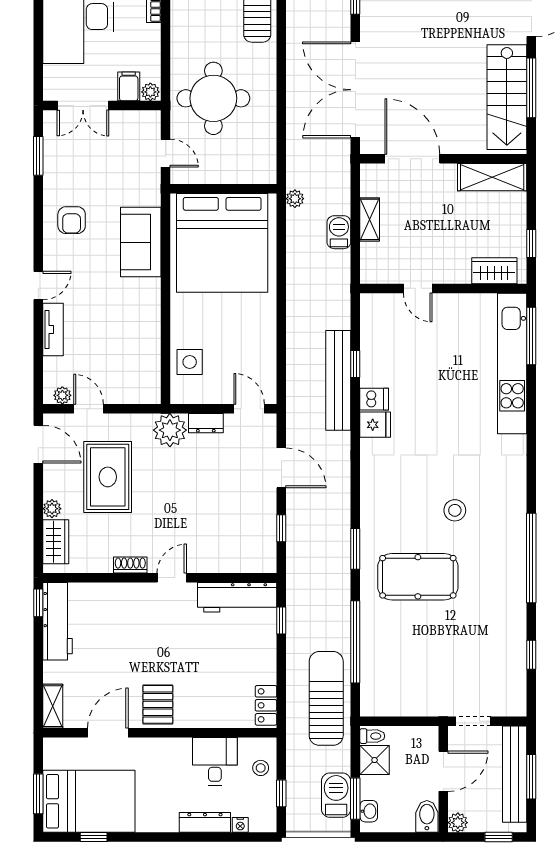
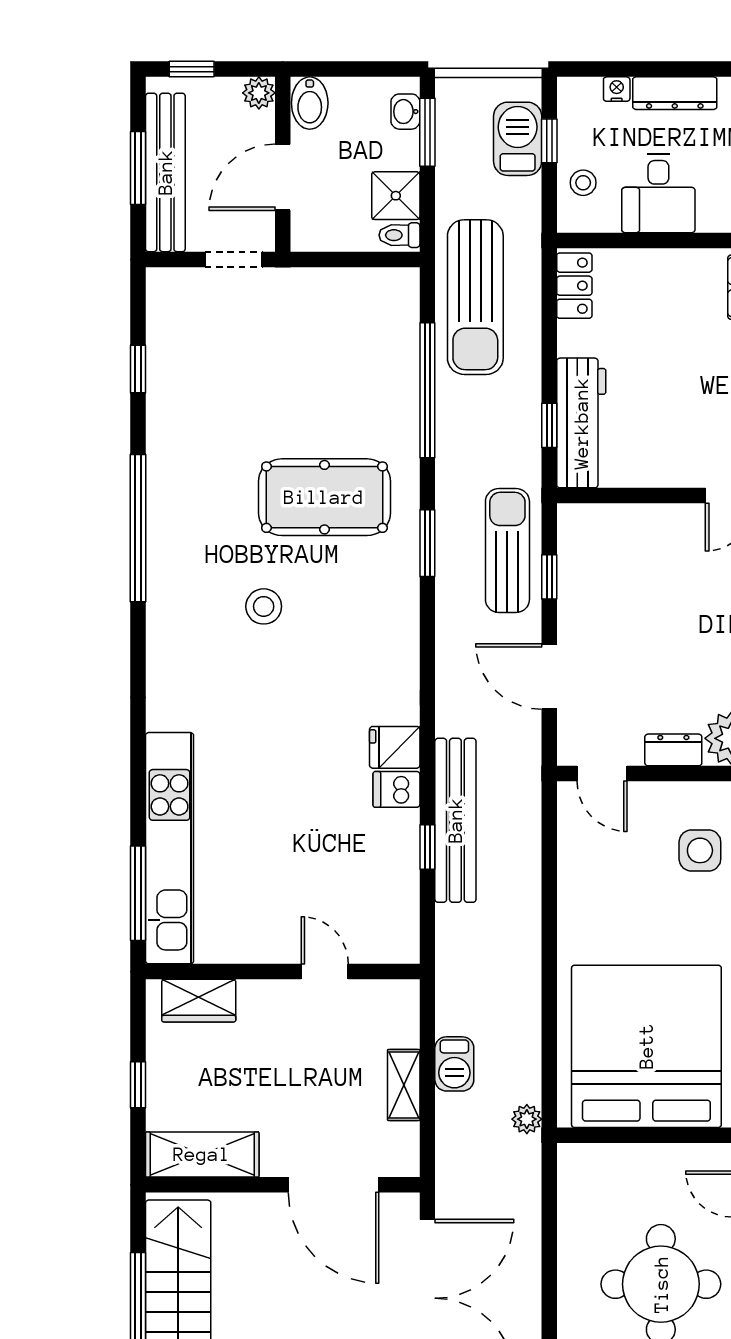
window: (531, 243) -> (138, 1085), moved
sun lounger: (307, 544) -> (507, 550), added
workbench: (237, 597) -> (581, 423), moved, turned 90
barbecue: (336, 795) -> (518, 139), moved, turned 180

